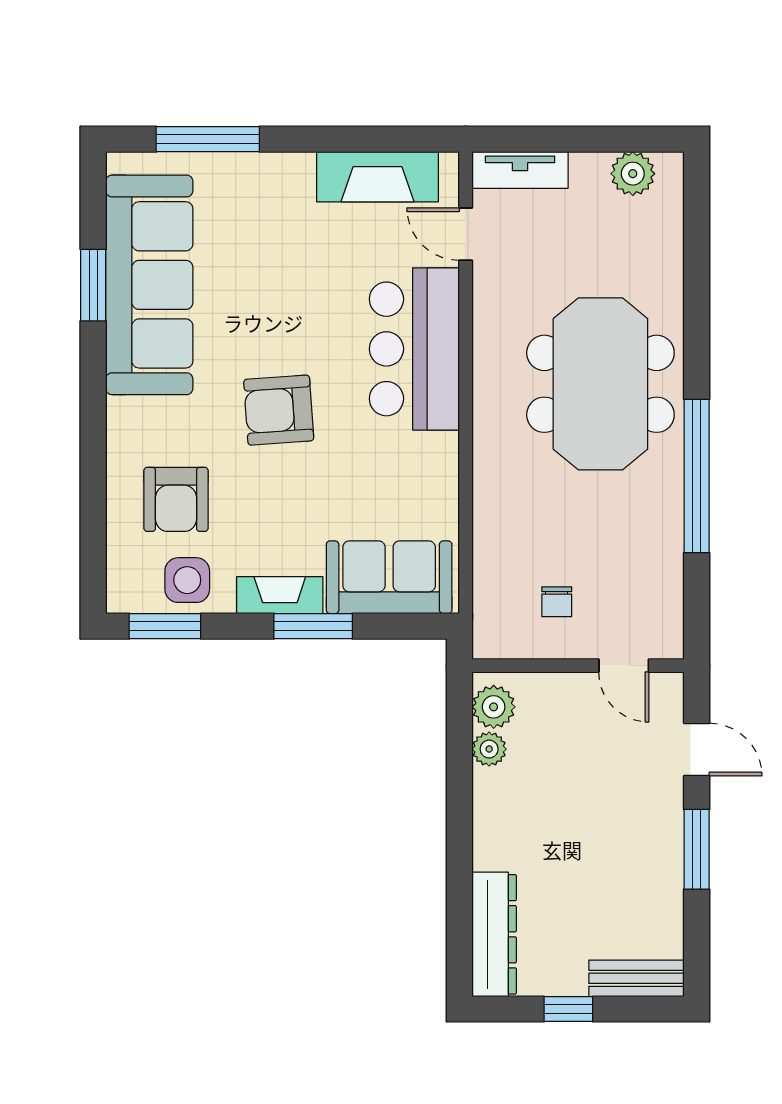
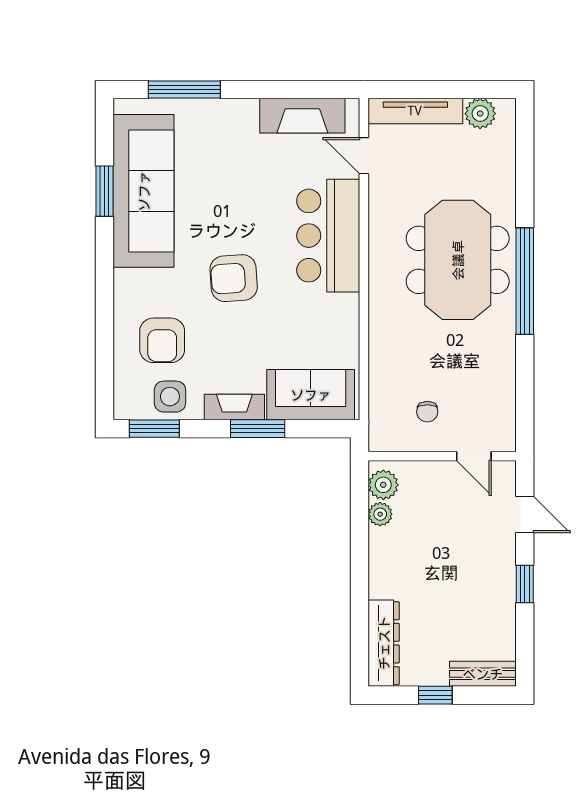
tv unit: (520, 170) -> (415, 111), width x1.41
window: (697, 476) -> (525, 281), moved
window: (697, 849) -> (525, 584), width x0.67

